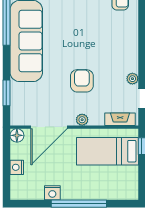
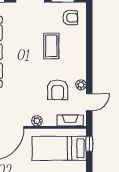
coffee table: (99, 34) -> (51, 46), added
armchair: (82, 81) -> (58, 90), moved, turned 180

